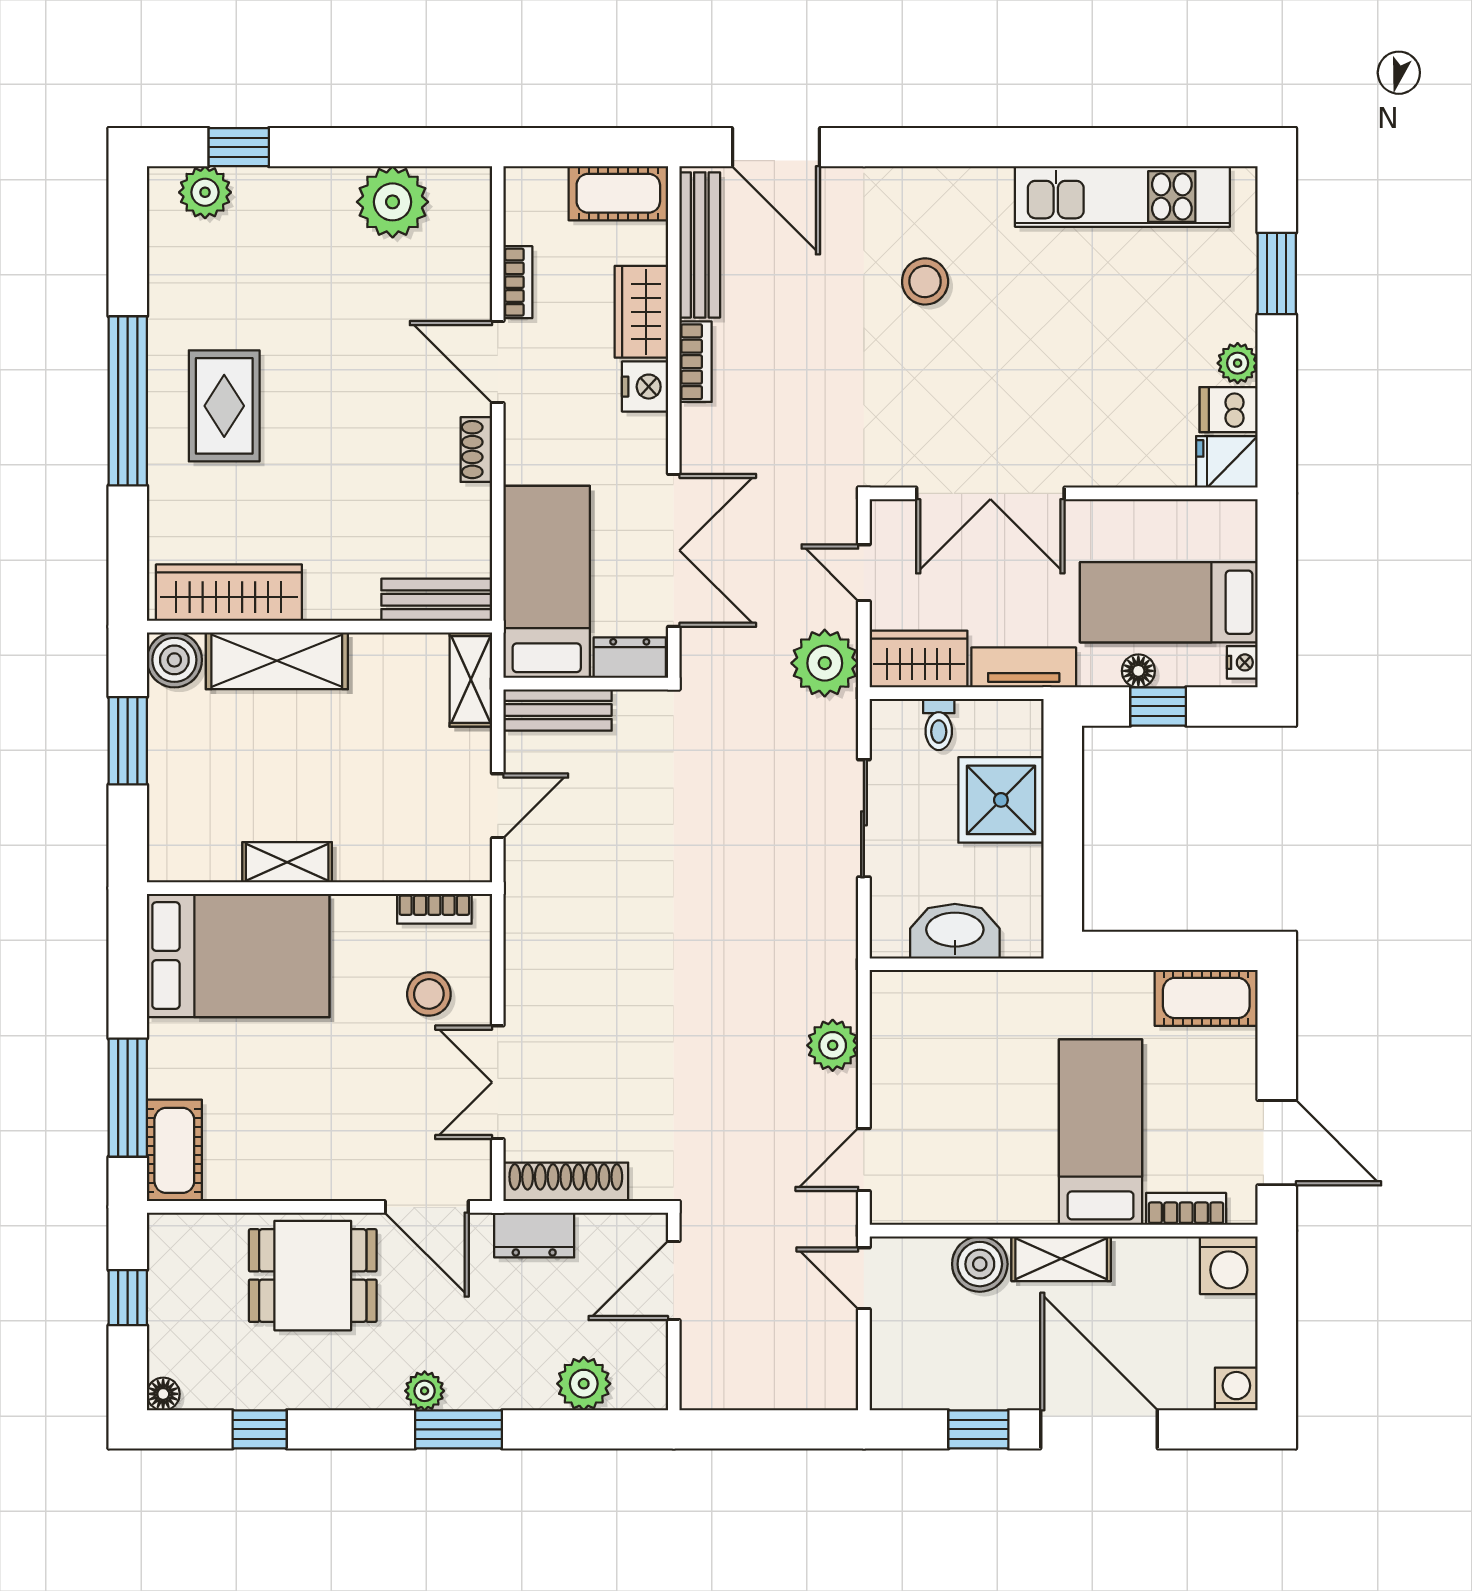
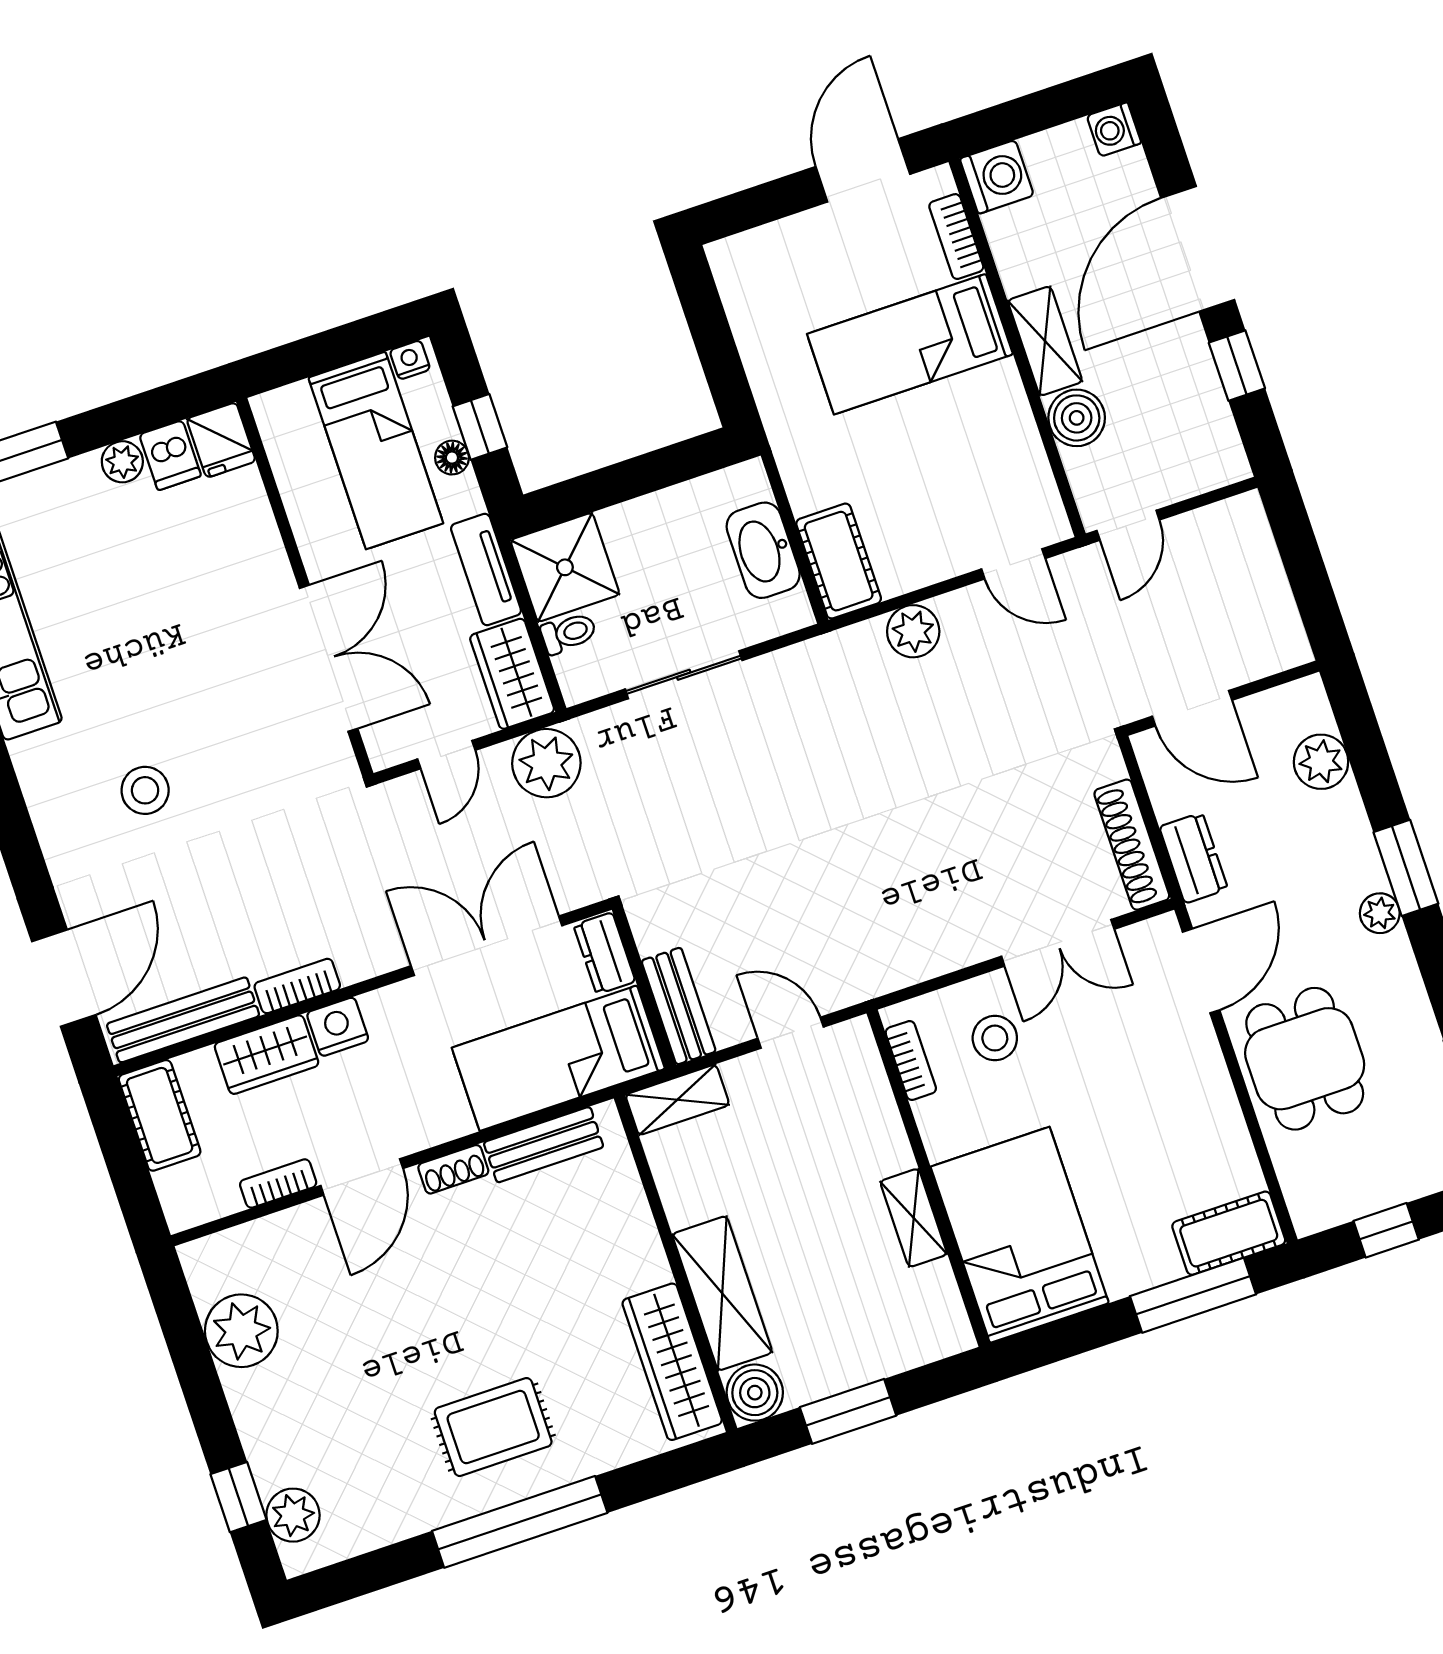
bench: (437, 600) -> (544, 1145), moved, turned 90
shower: (1001, 800) -> (565, 567), moved
cot: (1206, 998) -> (839, 561), moved

